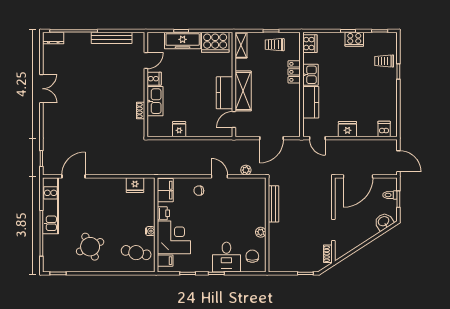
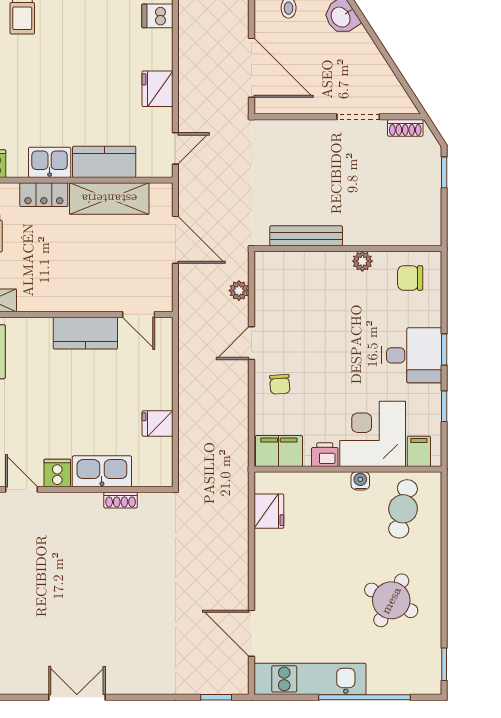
shelving: (243, 91) -> (109, 199), moved
round table: (90, 247) -> (391, 600), turned -37
desk: (226, 257) -> (412, 355), moved

